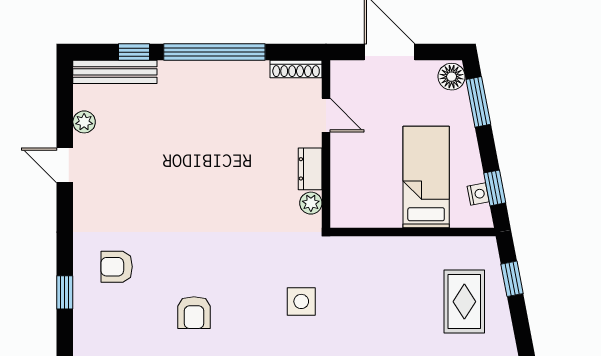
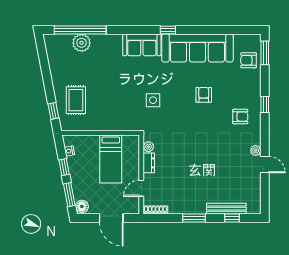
window: (214, 52) -> (194, 218), width x0.47
bench: (115, 72) -> (226, 209), moved
door: (326, 115) -> (141, 188), hinge flipped
plant: (84, 122) -> (256, 150), moved
bed: (426, 177) -> (111, 159), moved
window: (495, 188) -> (64, 167), moved

